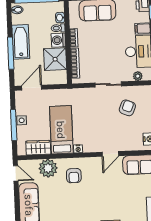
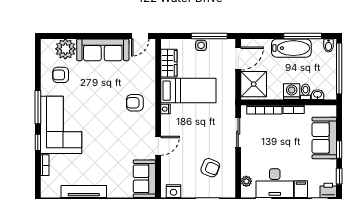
window: (11, 53) -> (303, 36), moved
shower: (55, 59) -> (254, 84), moved
sliding door: (108, 84) -> (238, 133), moved
door: (32, 88) -> (238, 58), hinge flipped
window: (14, 125) -> (209, 36), moved
door: (110, 154) -> (158, 146), swing flipped
plant: (48, 168) -> (145, 73), removed

